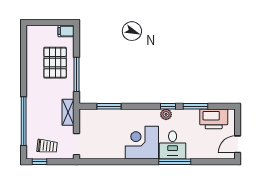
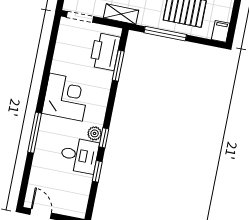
window: (195, 106) -> (97, 171), width x0.67
printer: (214, 119) -> (105, 52), moved
desk: (173, 145) -> (79, 155), moved, turned 180

